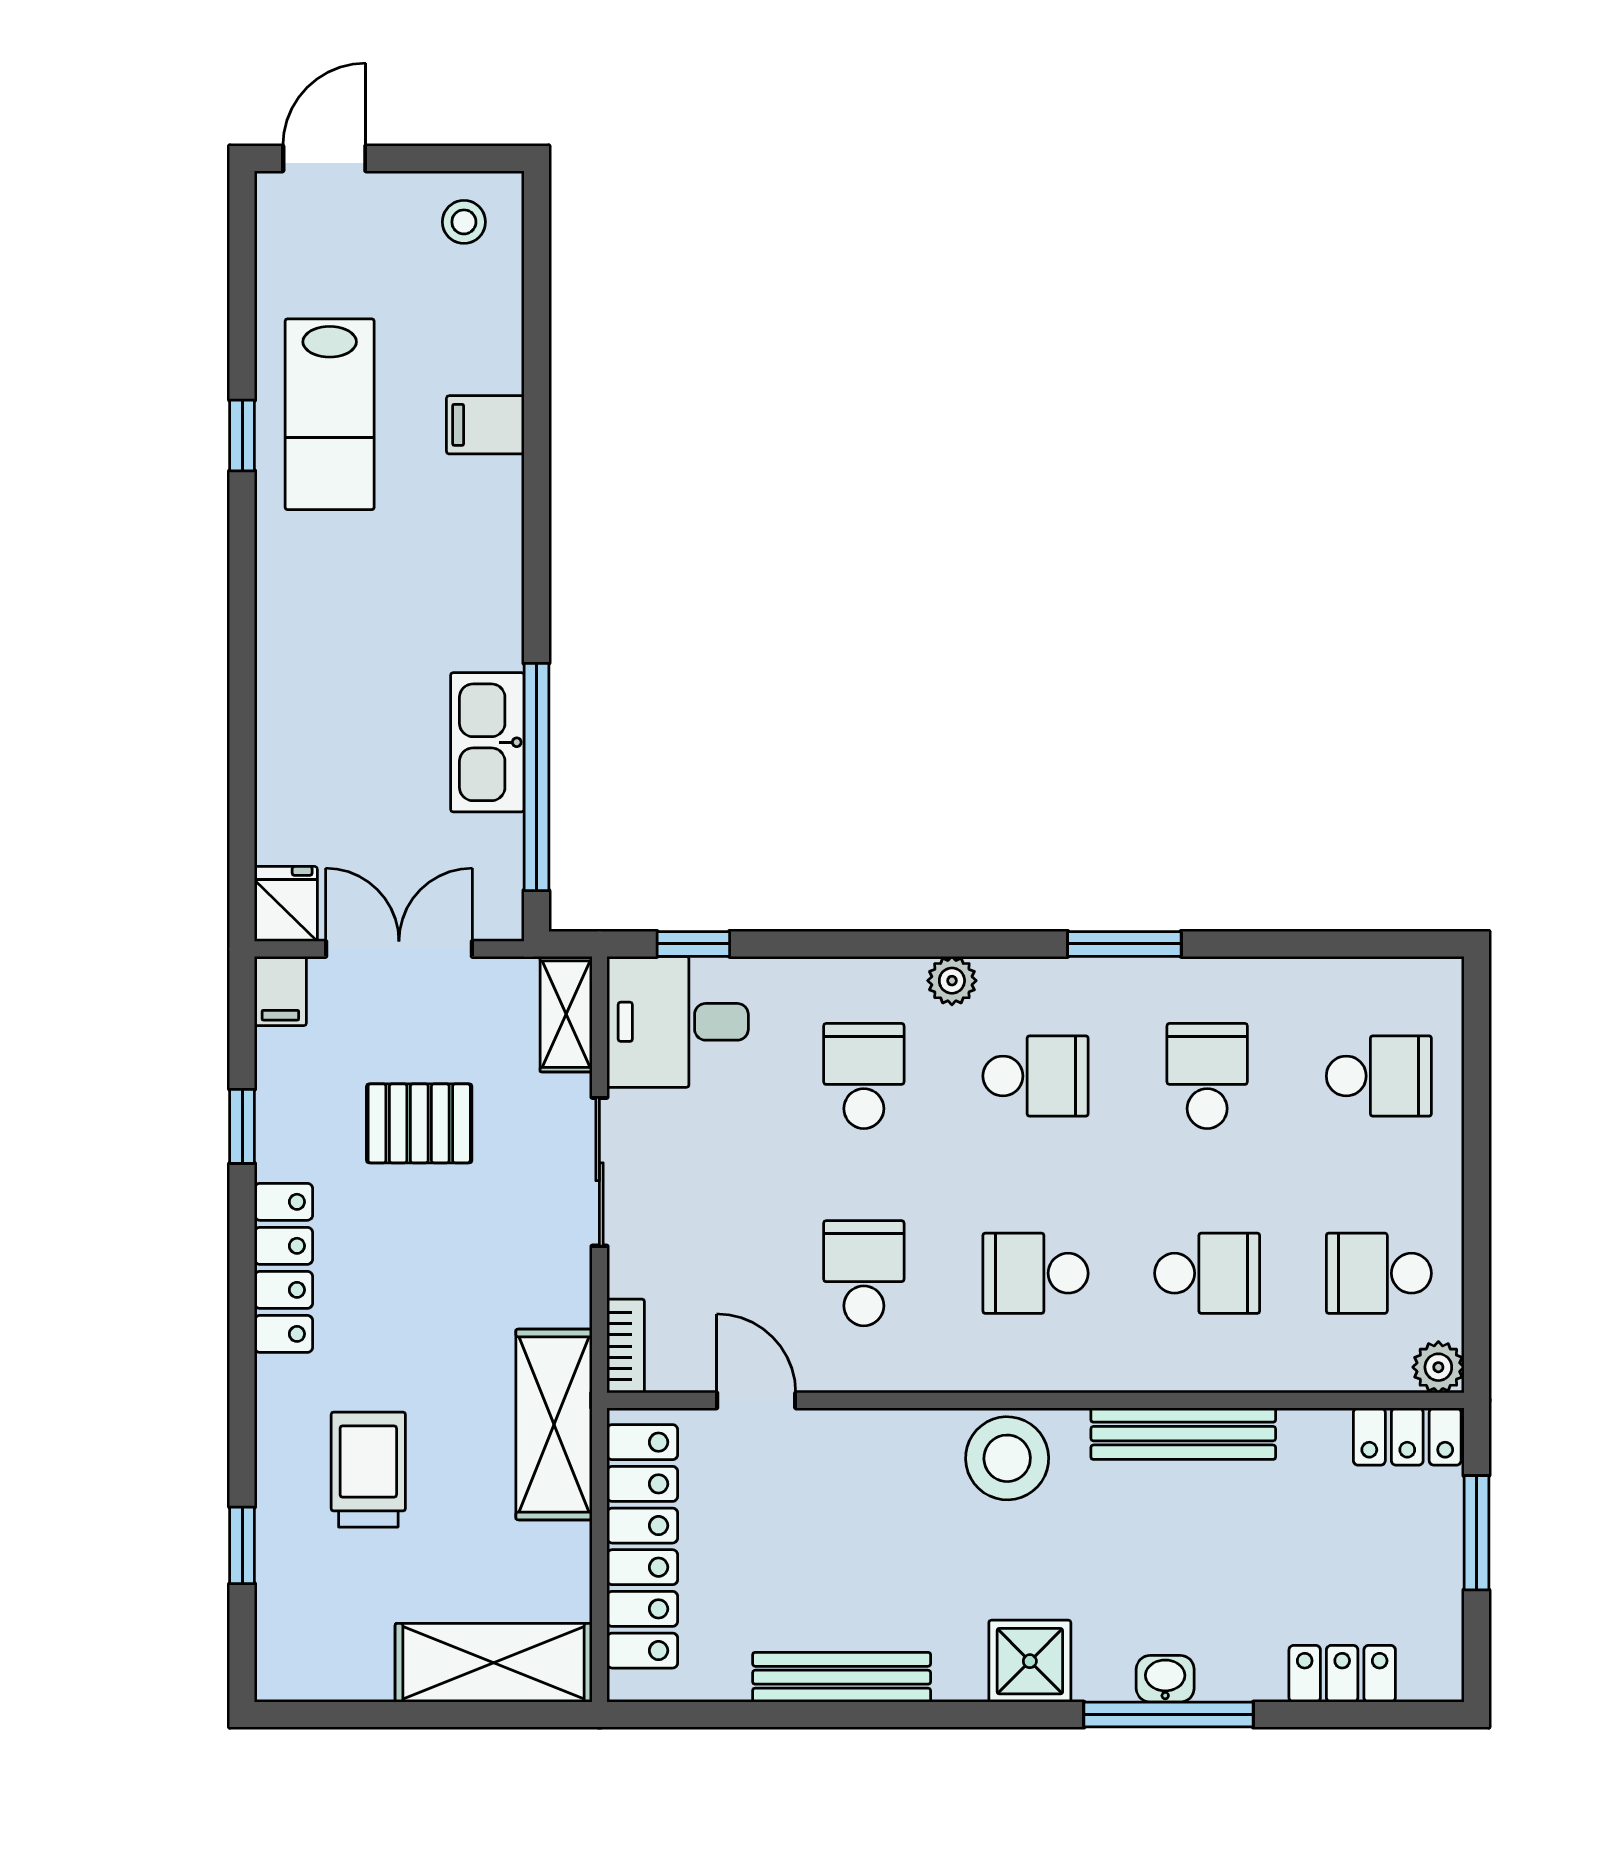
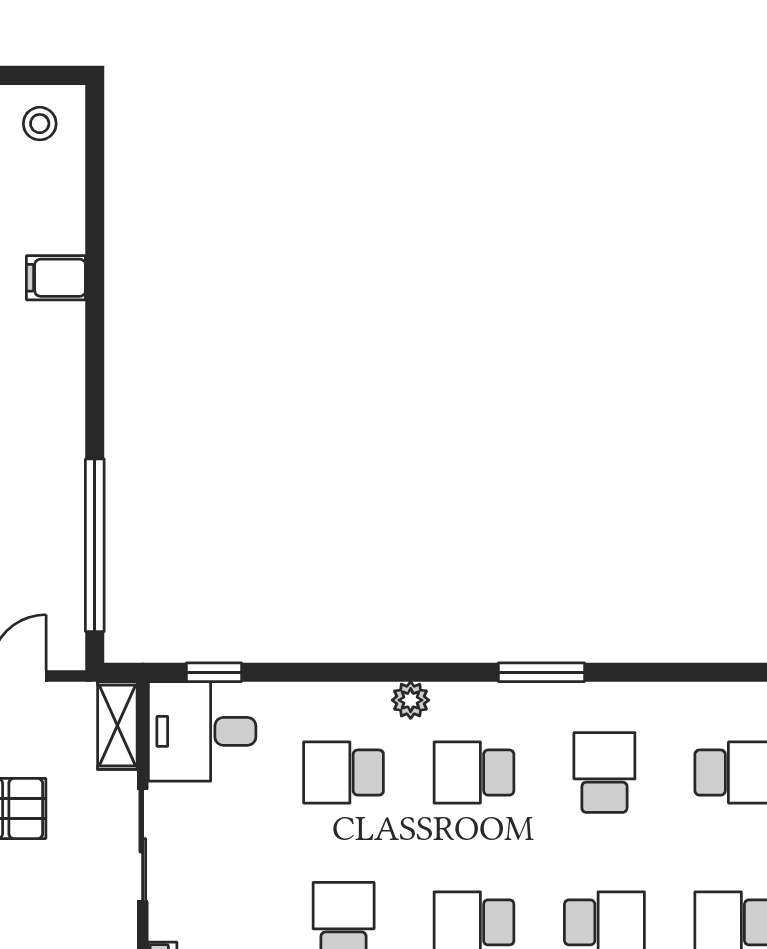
kitchen sink: (487, 742) -> (58, 519), removed
school desk: (864, 1076) -> (344, 773), turned -90
school desk: (1035, 1076) -> (474, 773), turned 180

